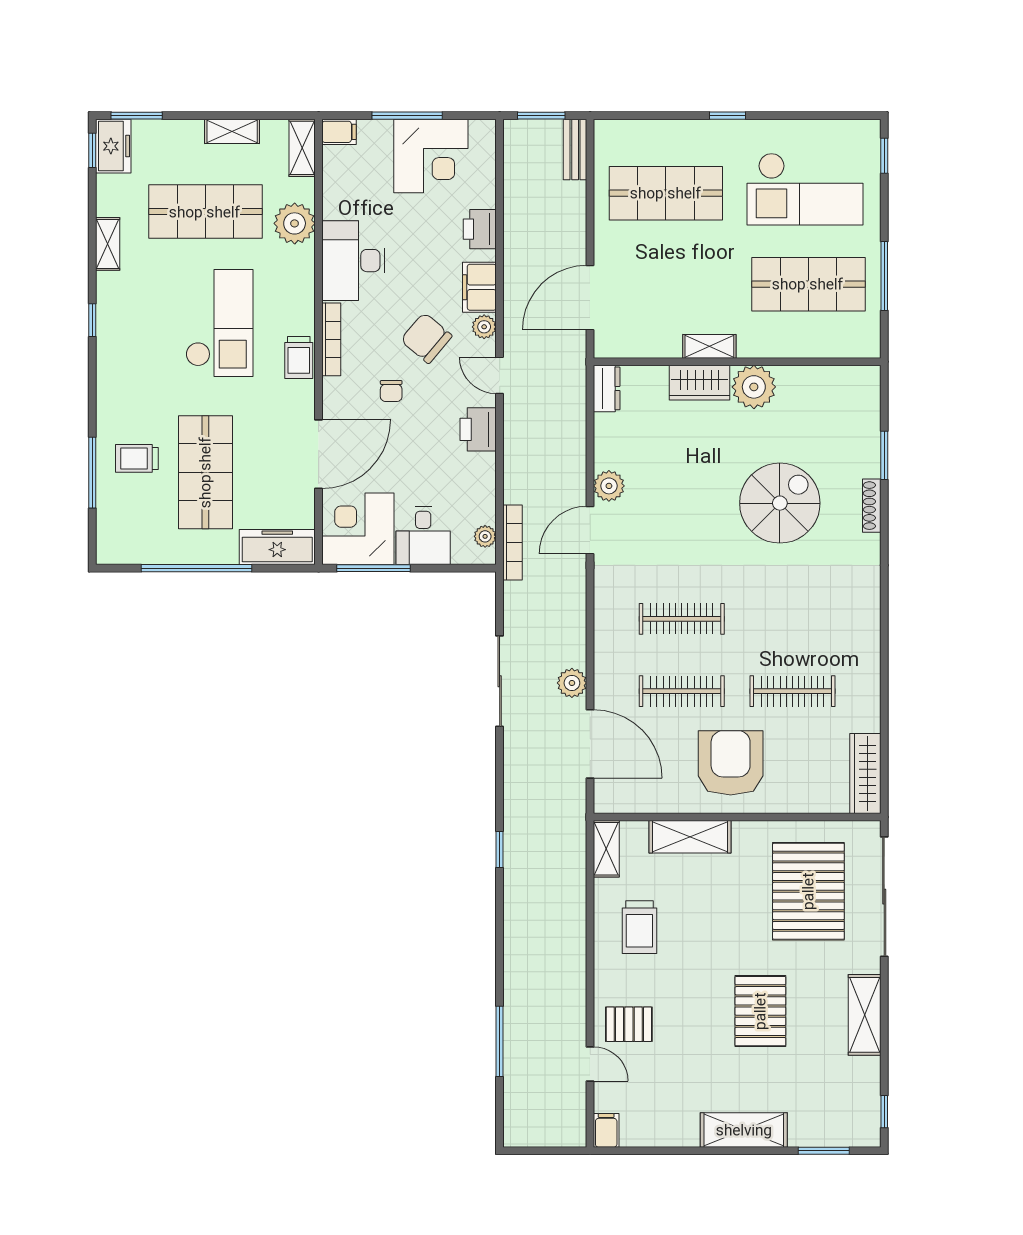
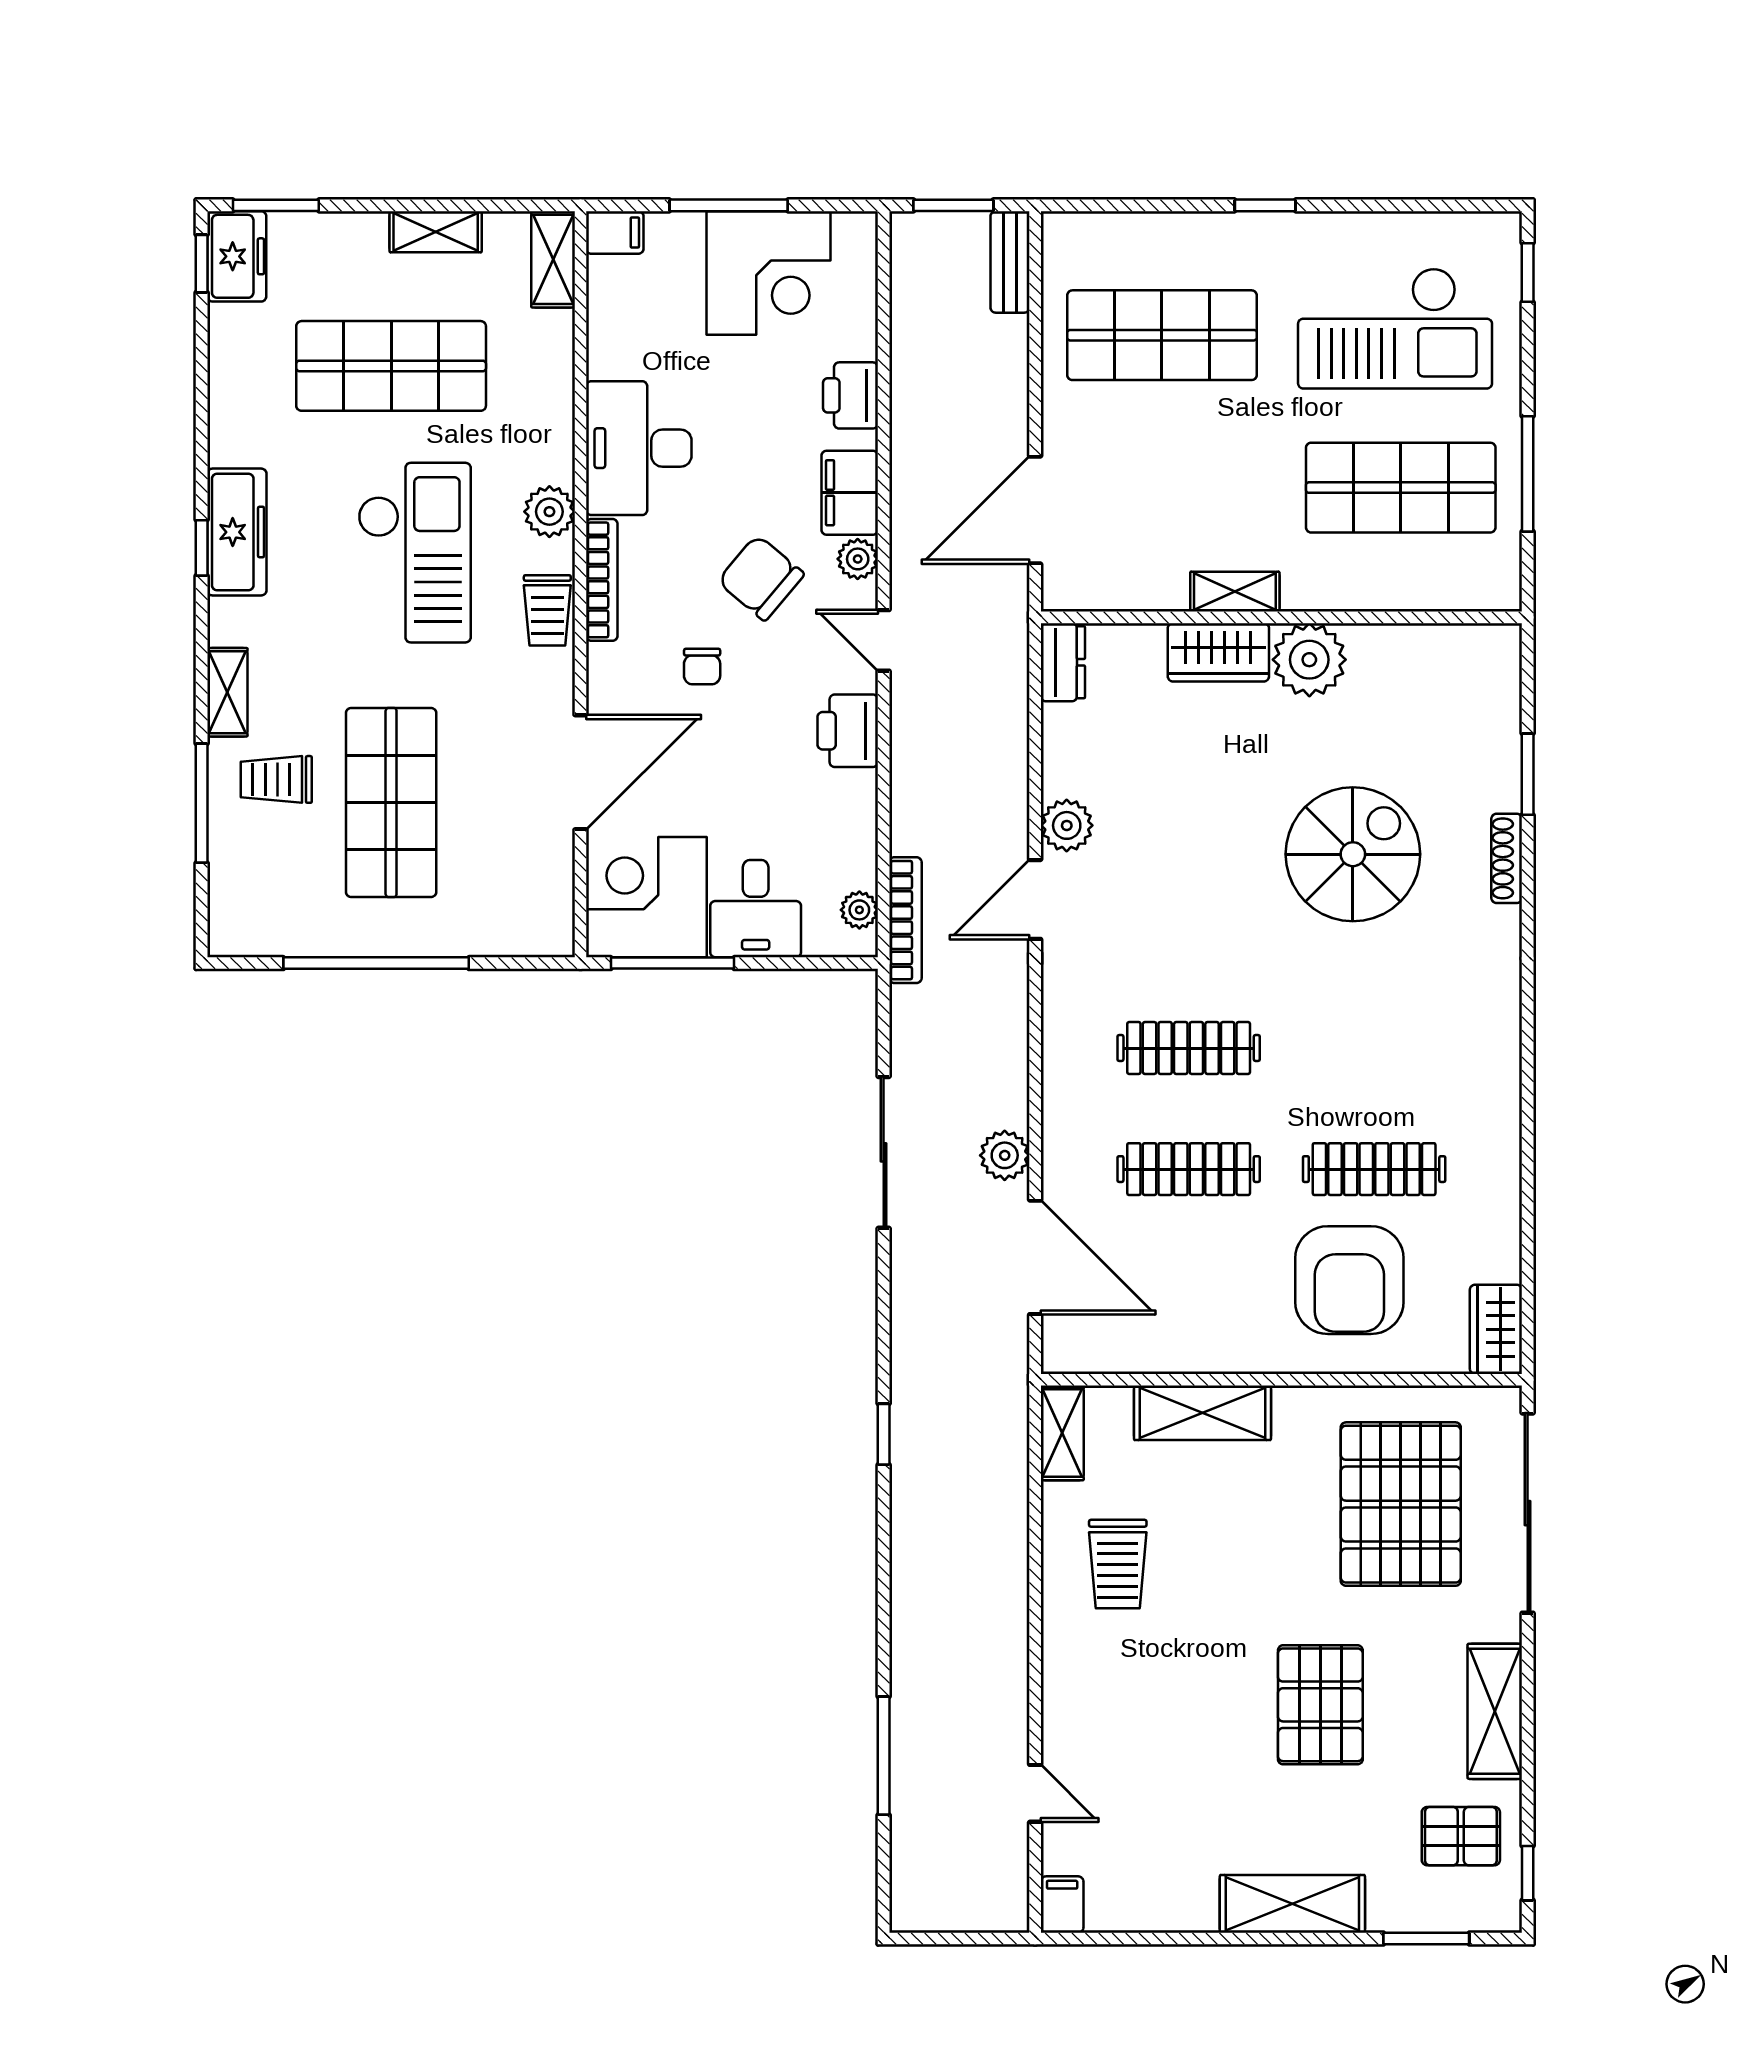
plant: (295, 223) -> (549, 512), moved, width x0.73, depth x0.73
shelving: (108, 244) -> (227, 692), moved
freezer: (277, 547) -> (237, 532), moved, turned 90
armchair: (731, 763) -> (1349, 1280), moved, turned 180
wardrobe: (865, 773) -> (1496, 1329), width x0.67
pallet: (629, 1024) -> (1461, 1836), moved

